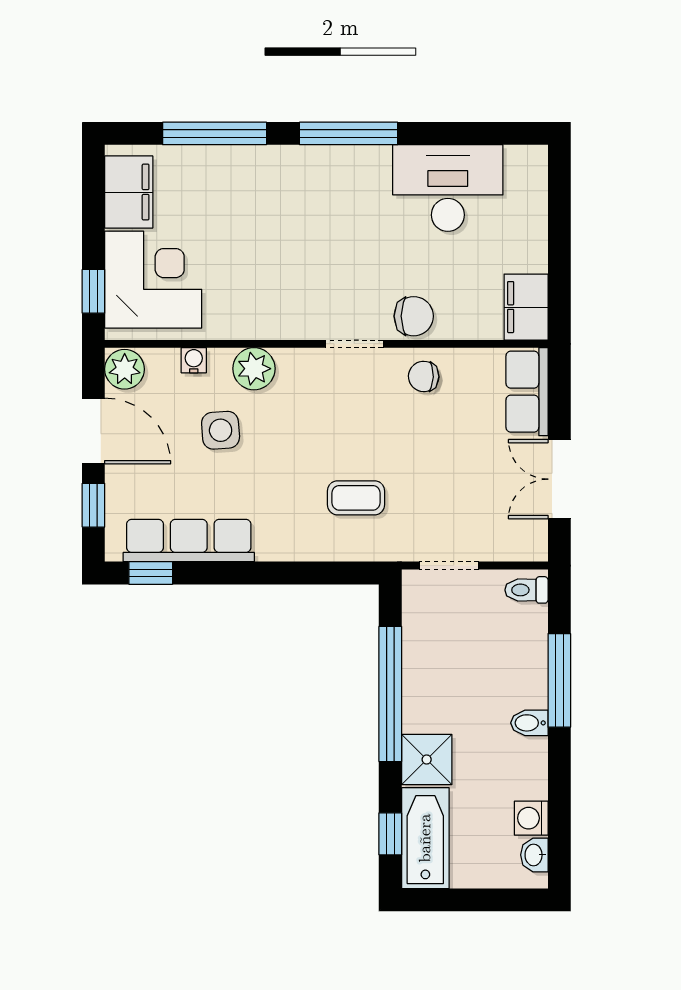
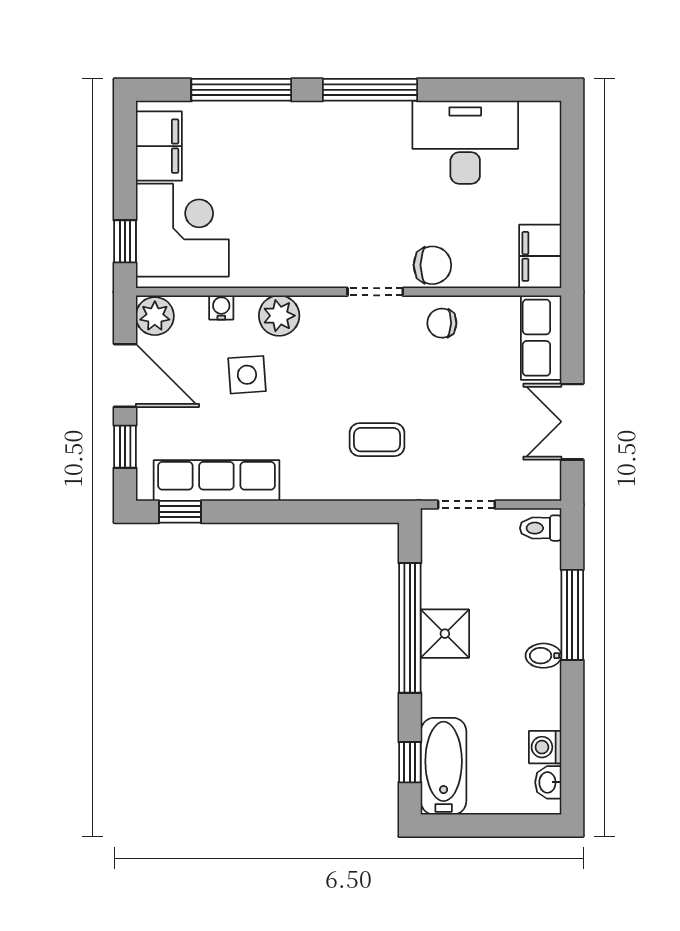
shower: (427, 759) -> (445, 634), moved

